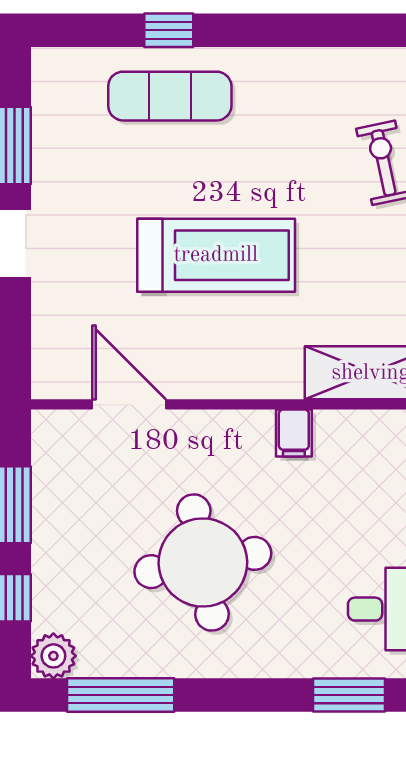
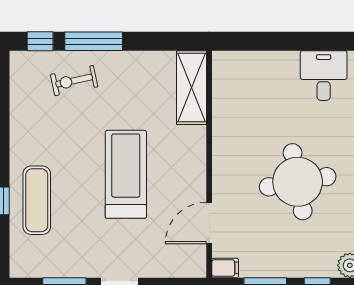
filing cabinet: (294, 433) -> (225, 268), moved

